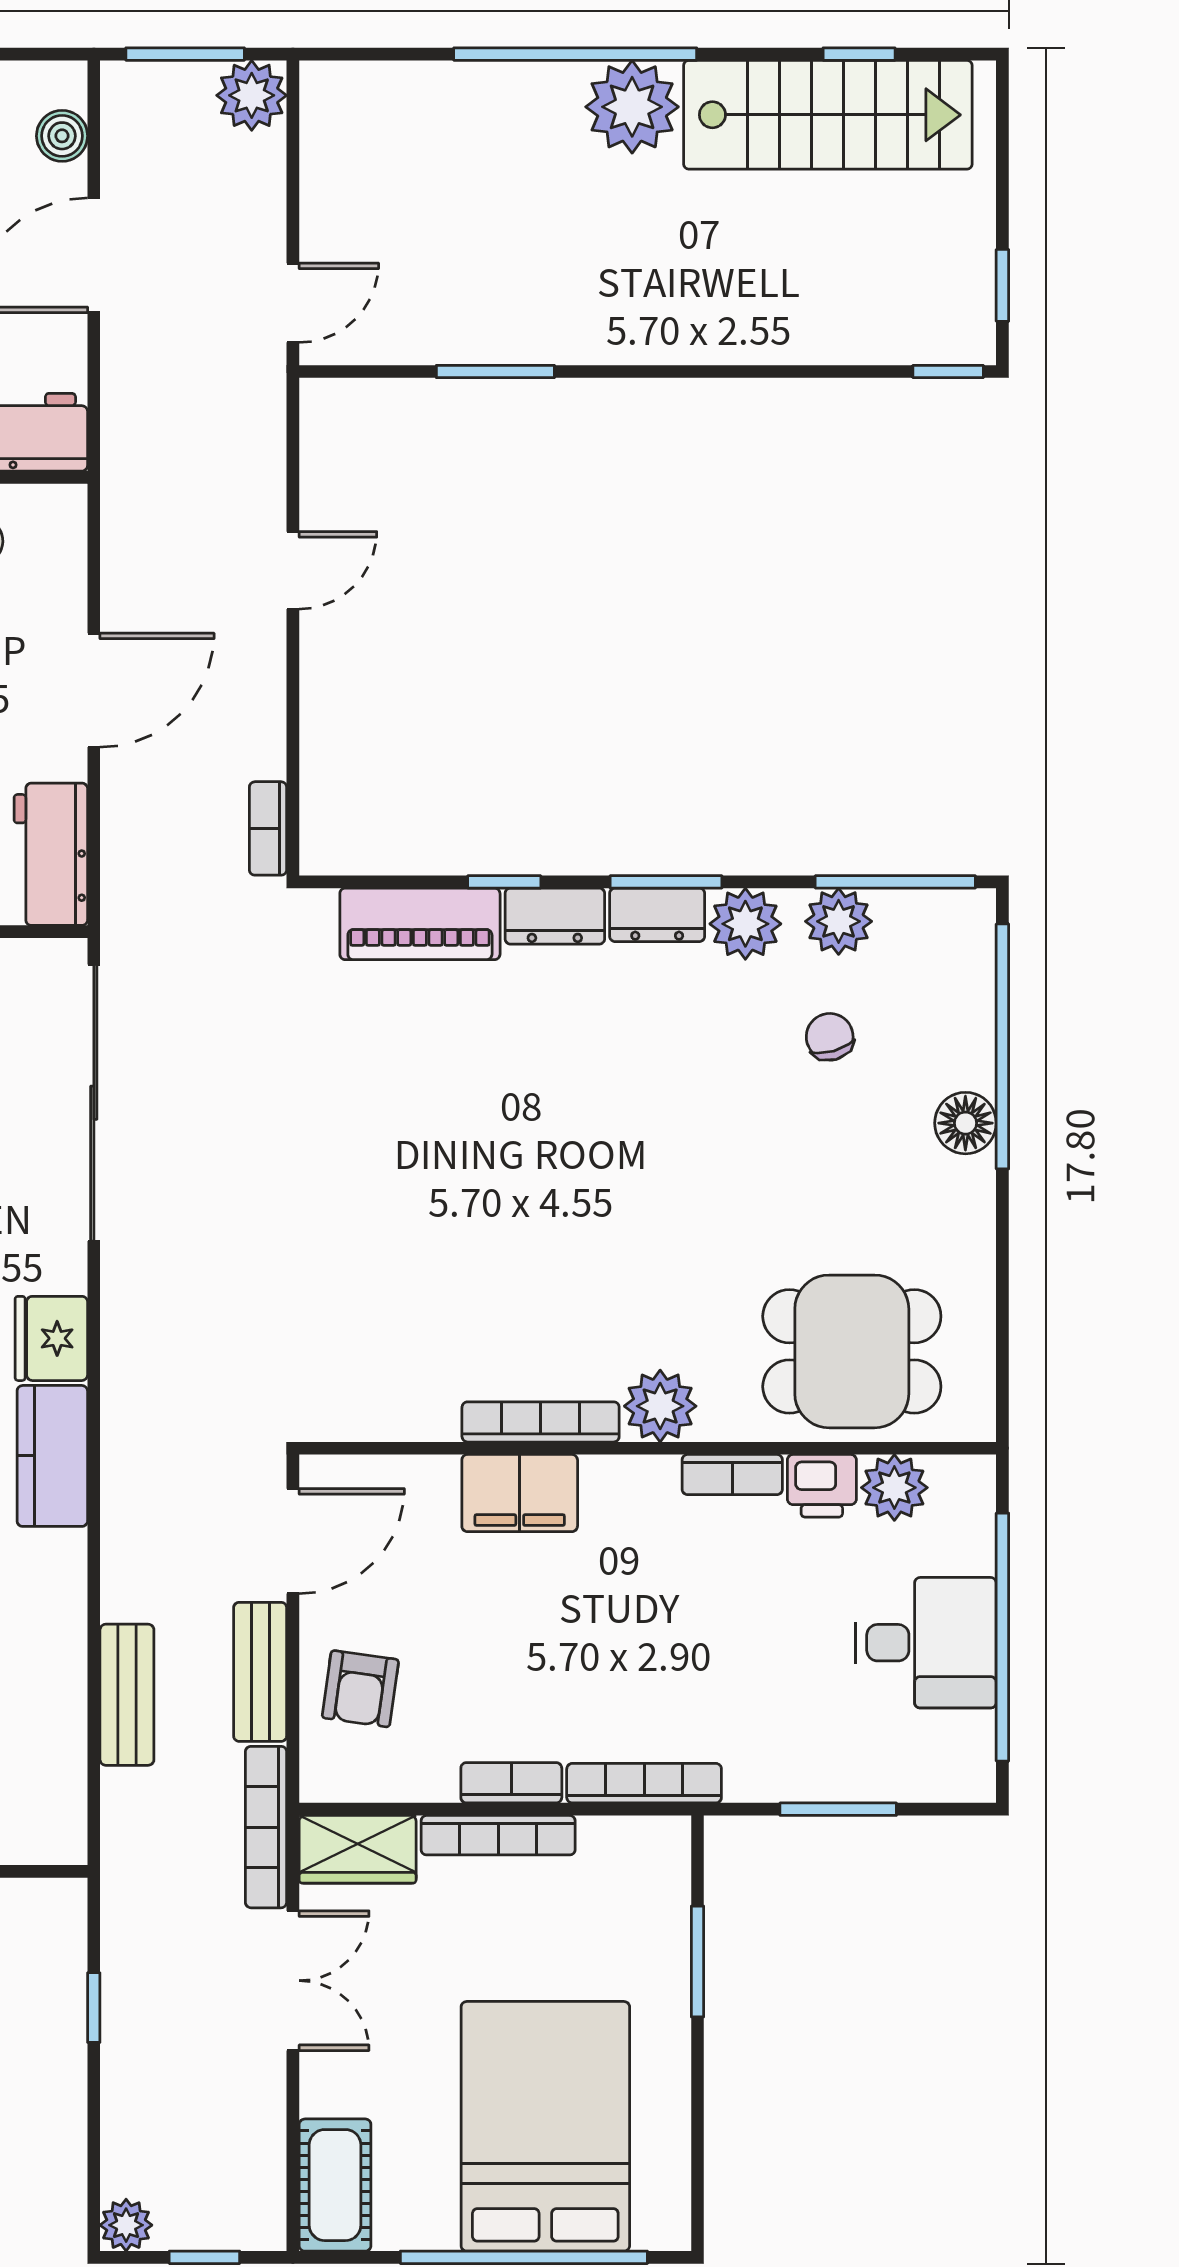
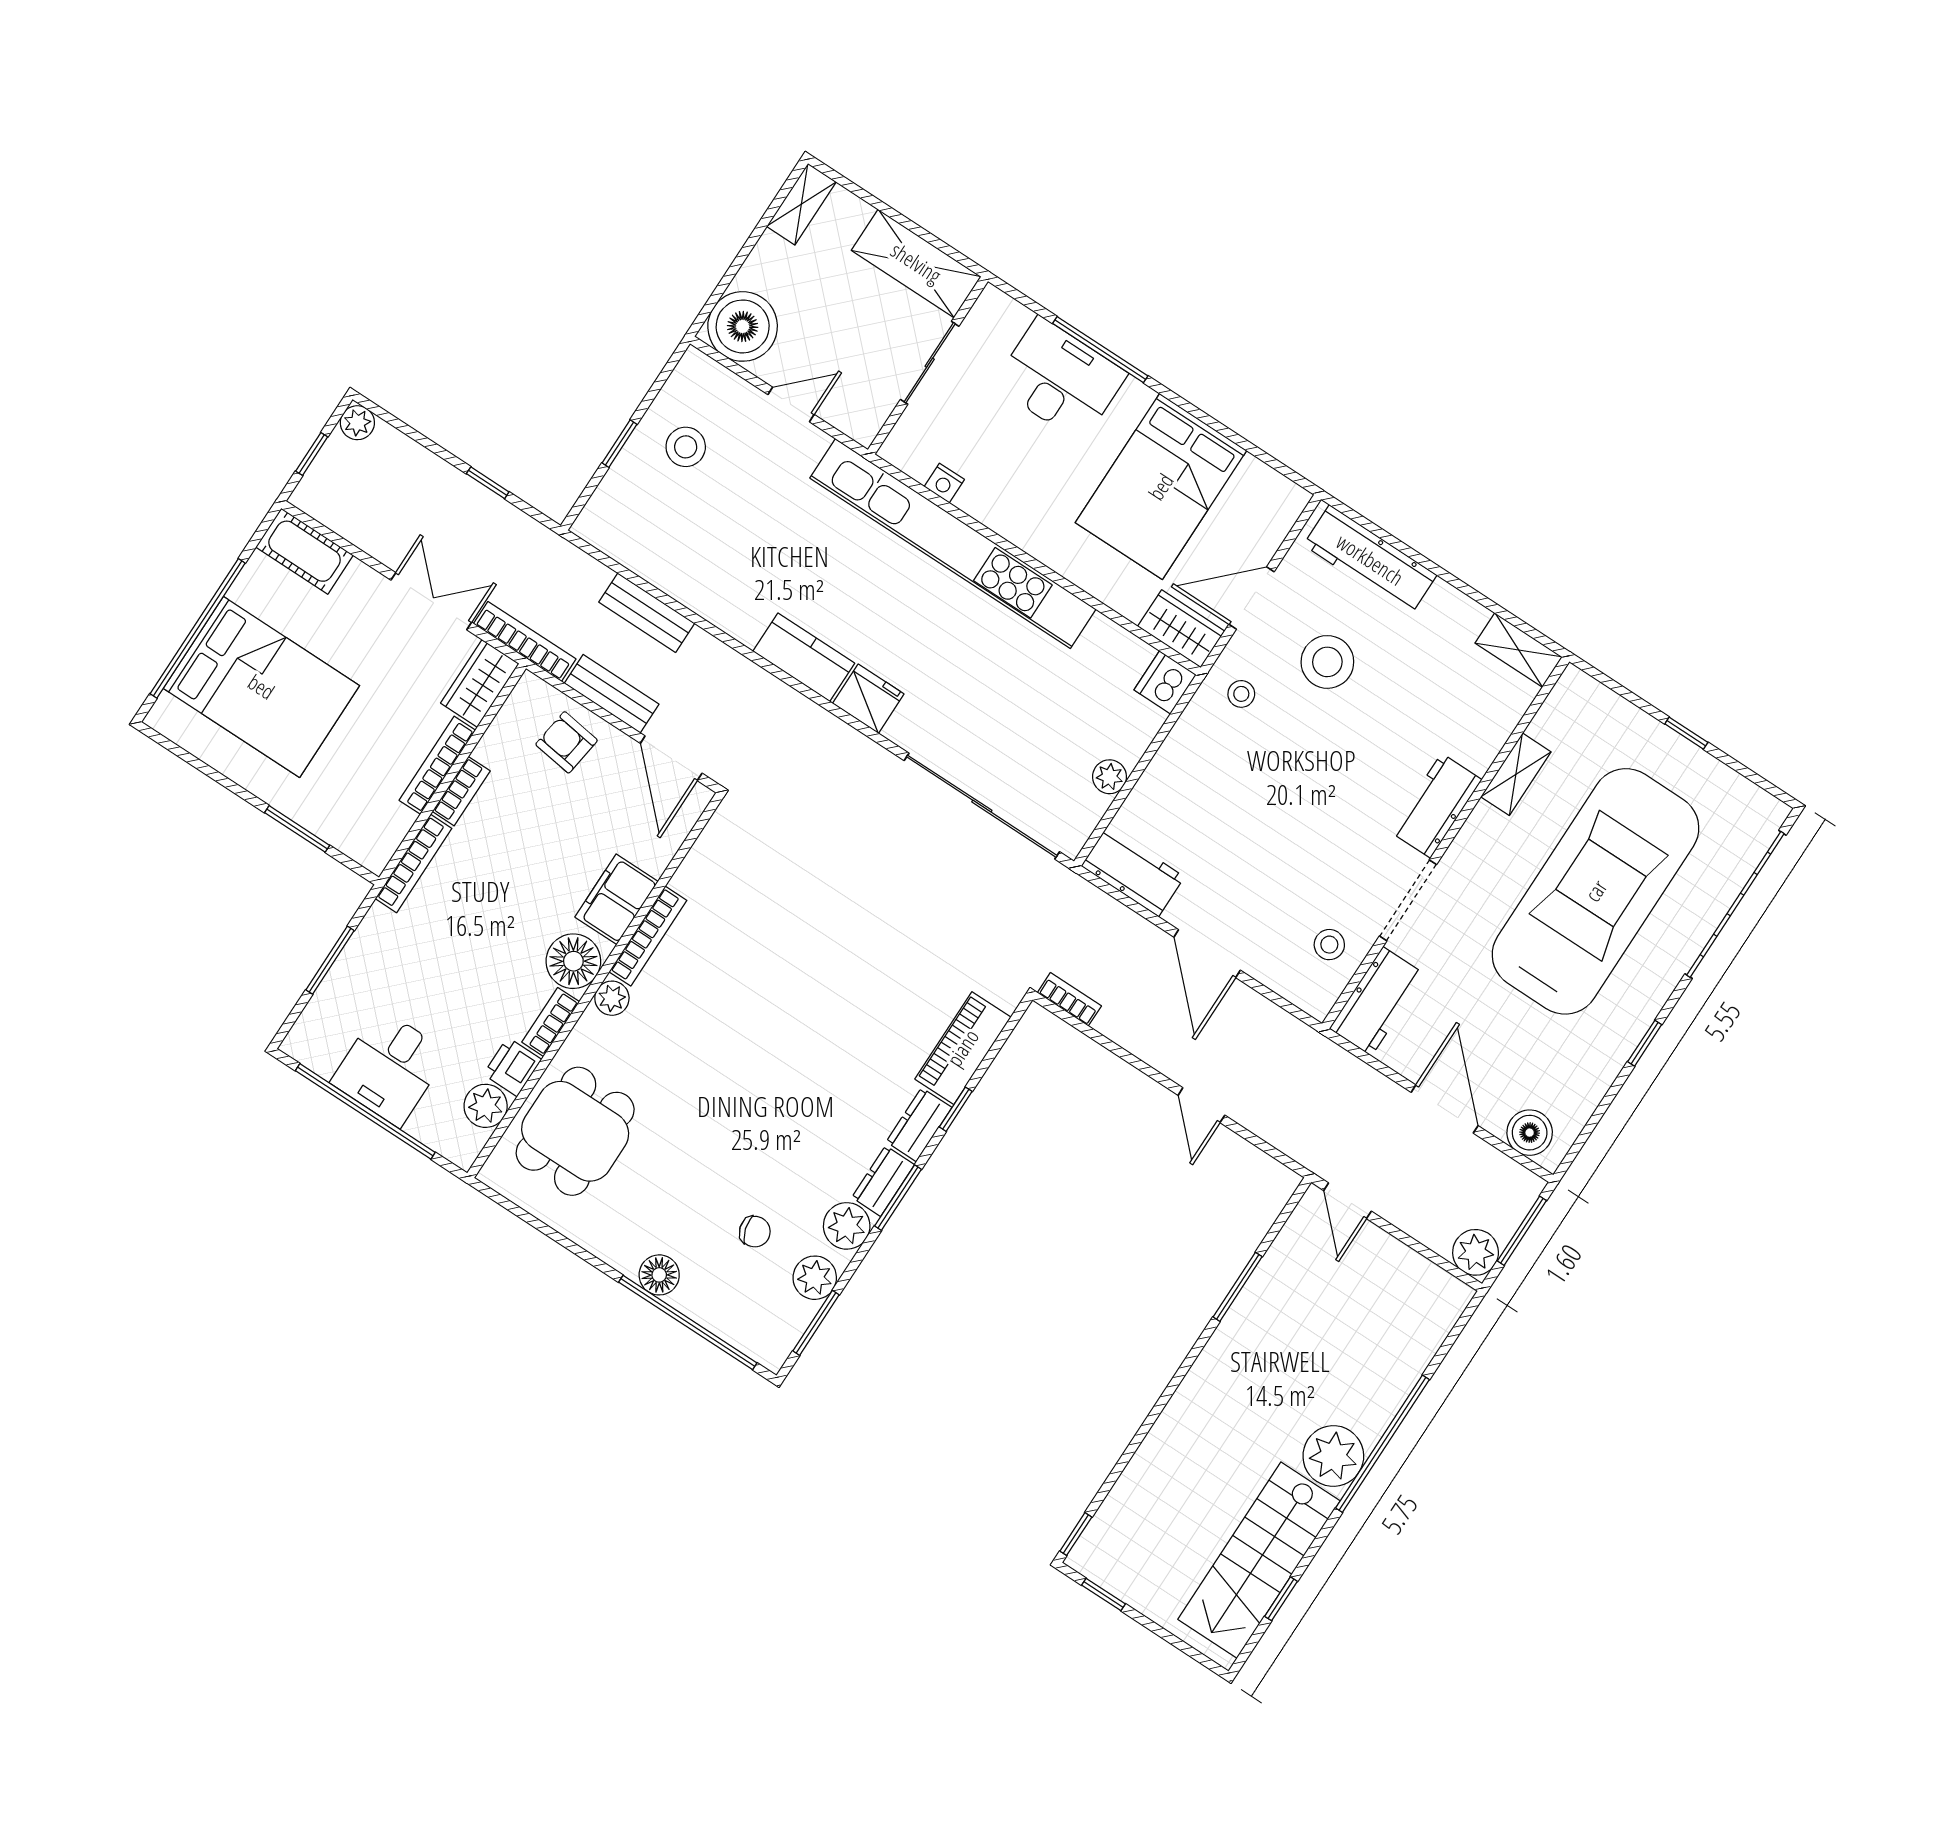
boiler: (62, 136) -> (1530, 1133), width x1.36, depth x1.36
window: (895, 882) -> (816, 1323), width x0.69
plant: (660, 1406) -> (612, 998), width x0.73, depth x0.73
floor lamp: (635, 1496) -> (573, 961), added
double door: (293, 1981) -> (431, 601), swing flipped

